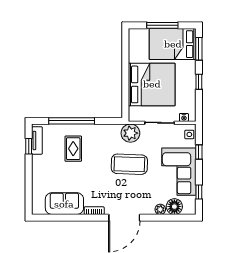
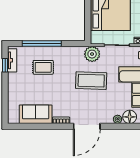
rug: (73, 149) -> (43, 67), turned 90

